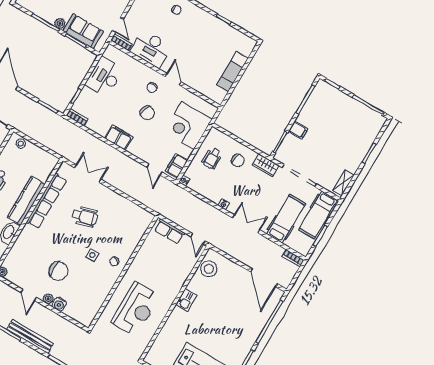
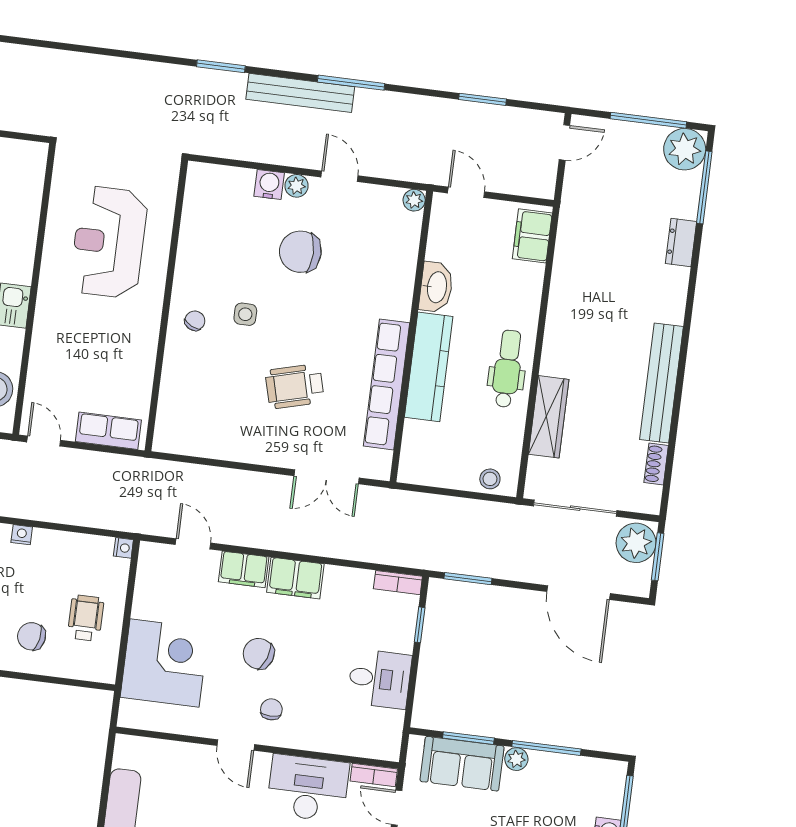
desk: (104, 77) -> (380, 679), width x0.73
filing cabinet: (177, 166) -> (244, 569), moved, turned 90

